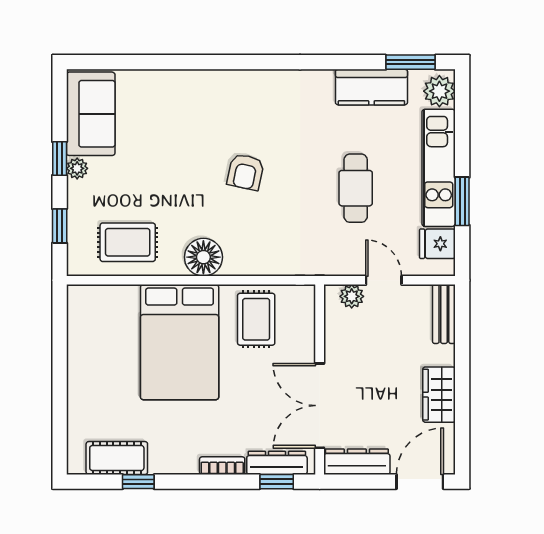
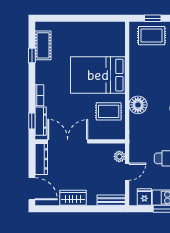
rug: (128, 242) -> (152, 36), moved, turned 90
floor lamp: (203, 257) -> (138, 105), moved

